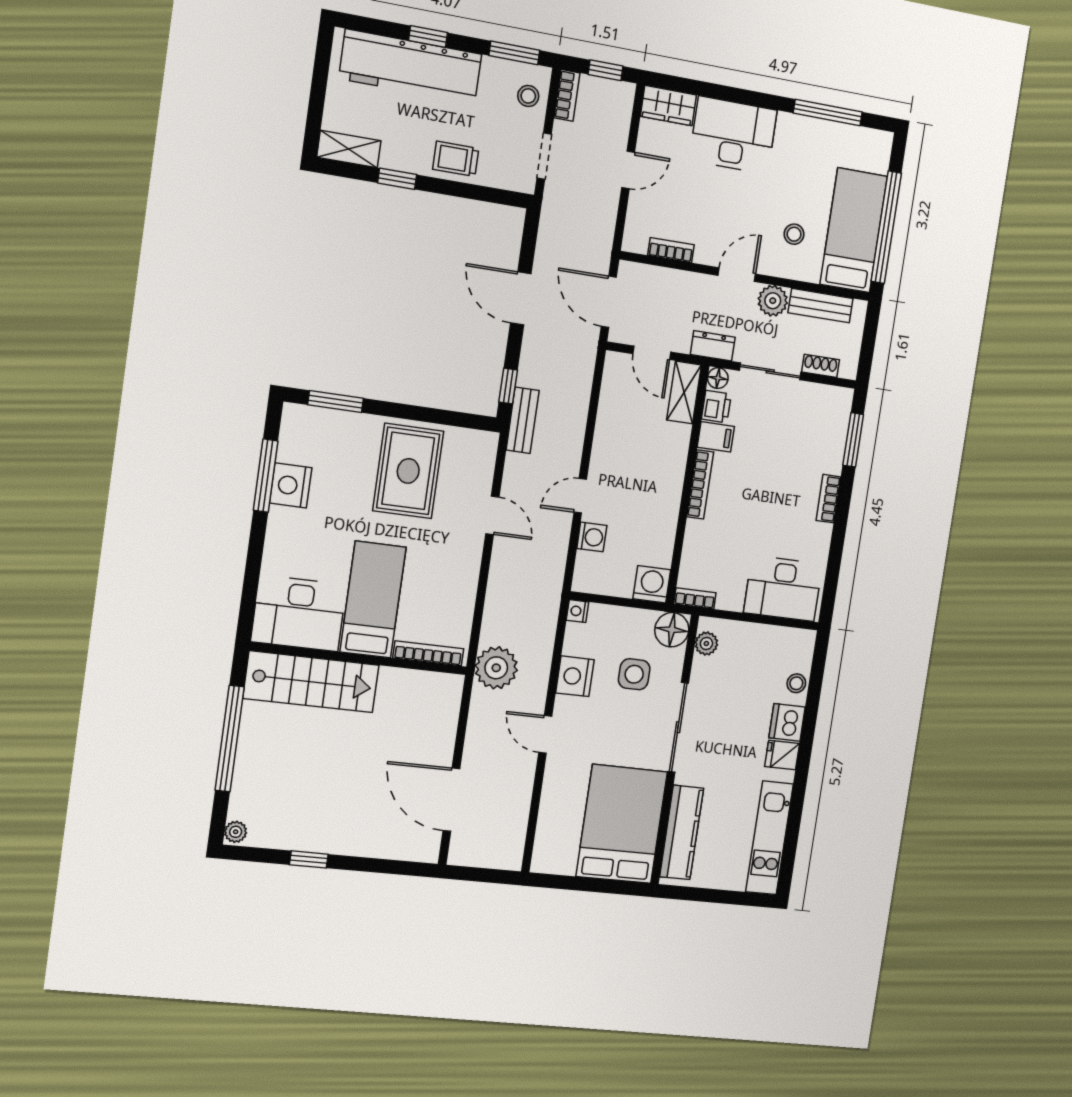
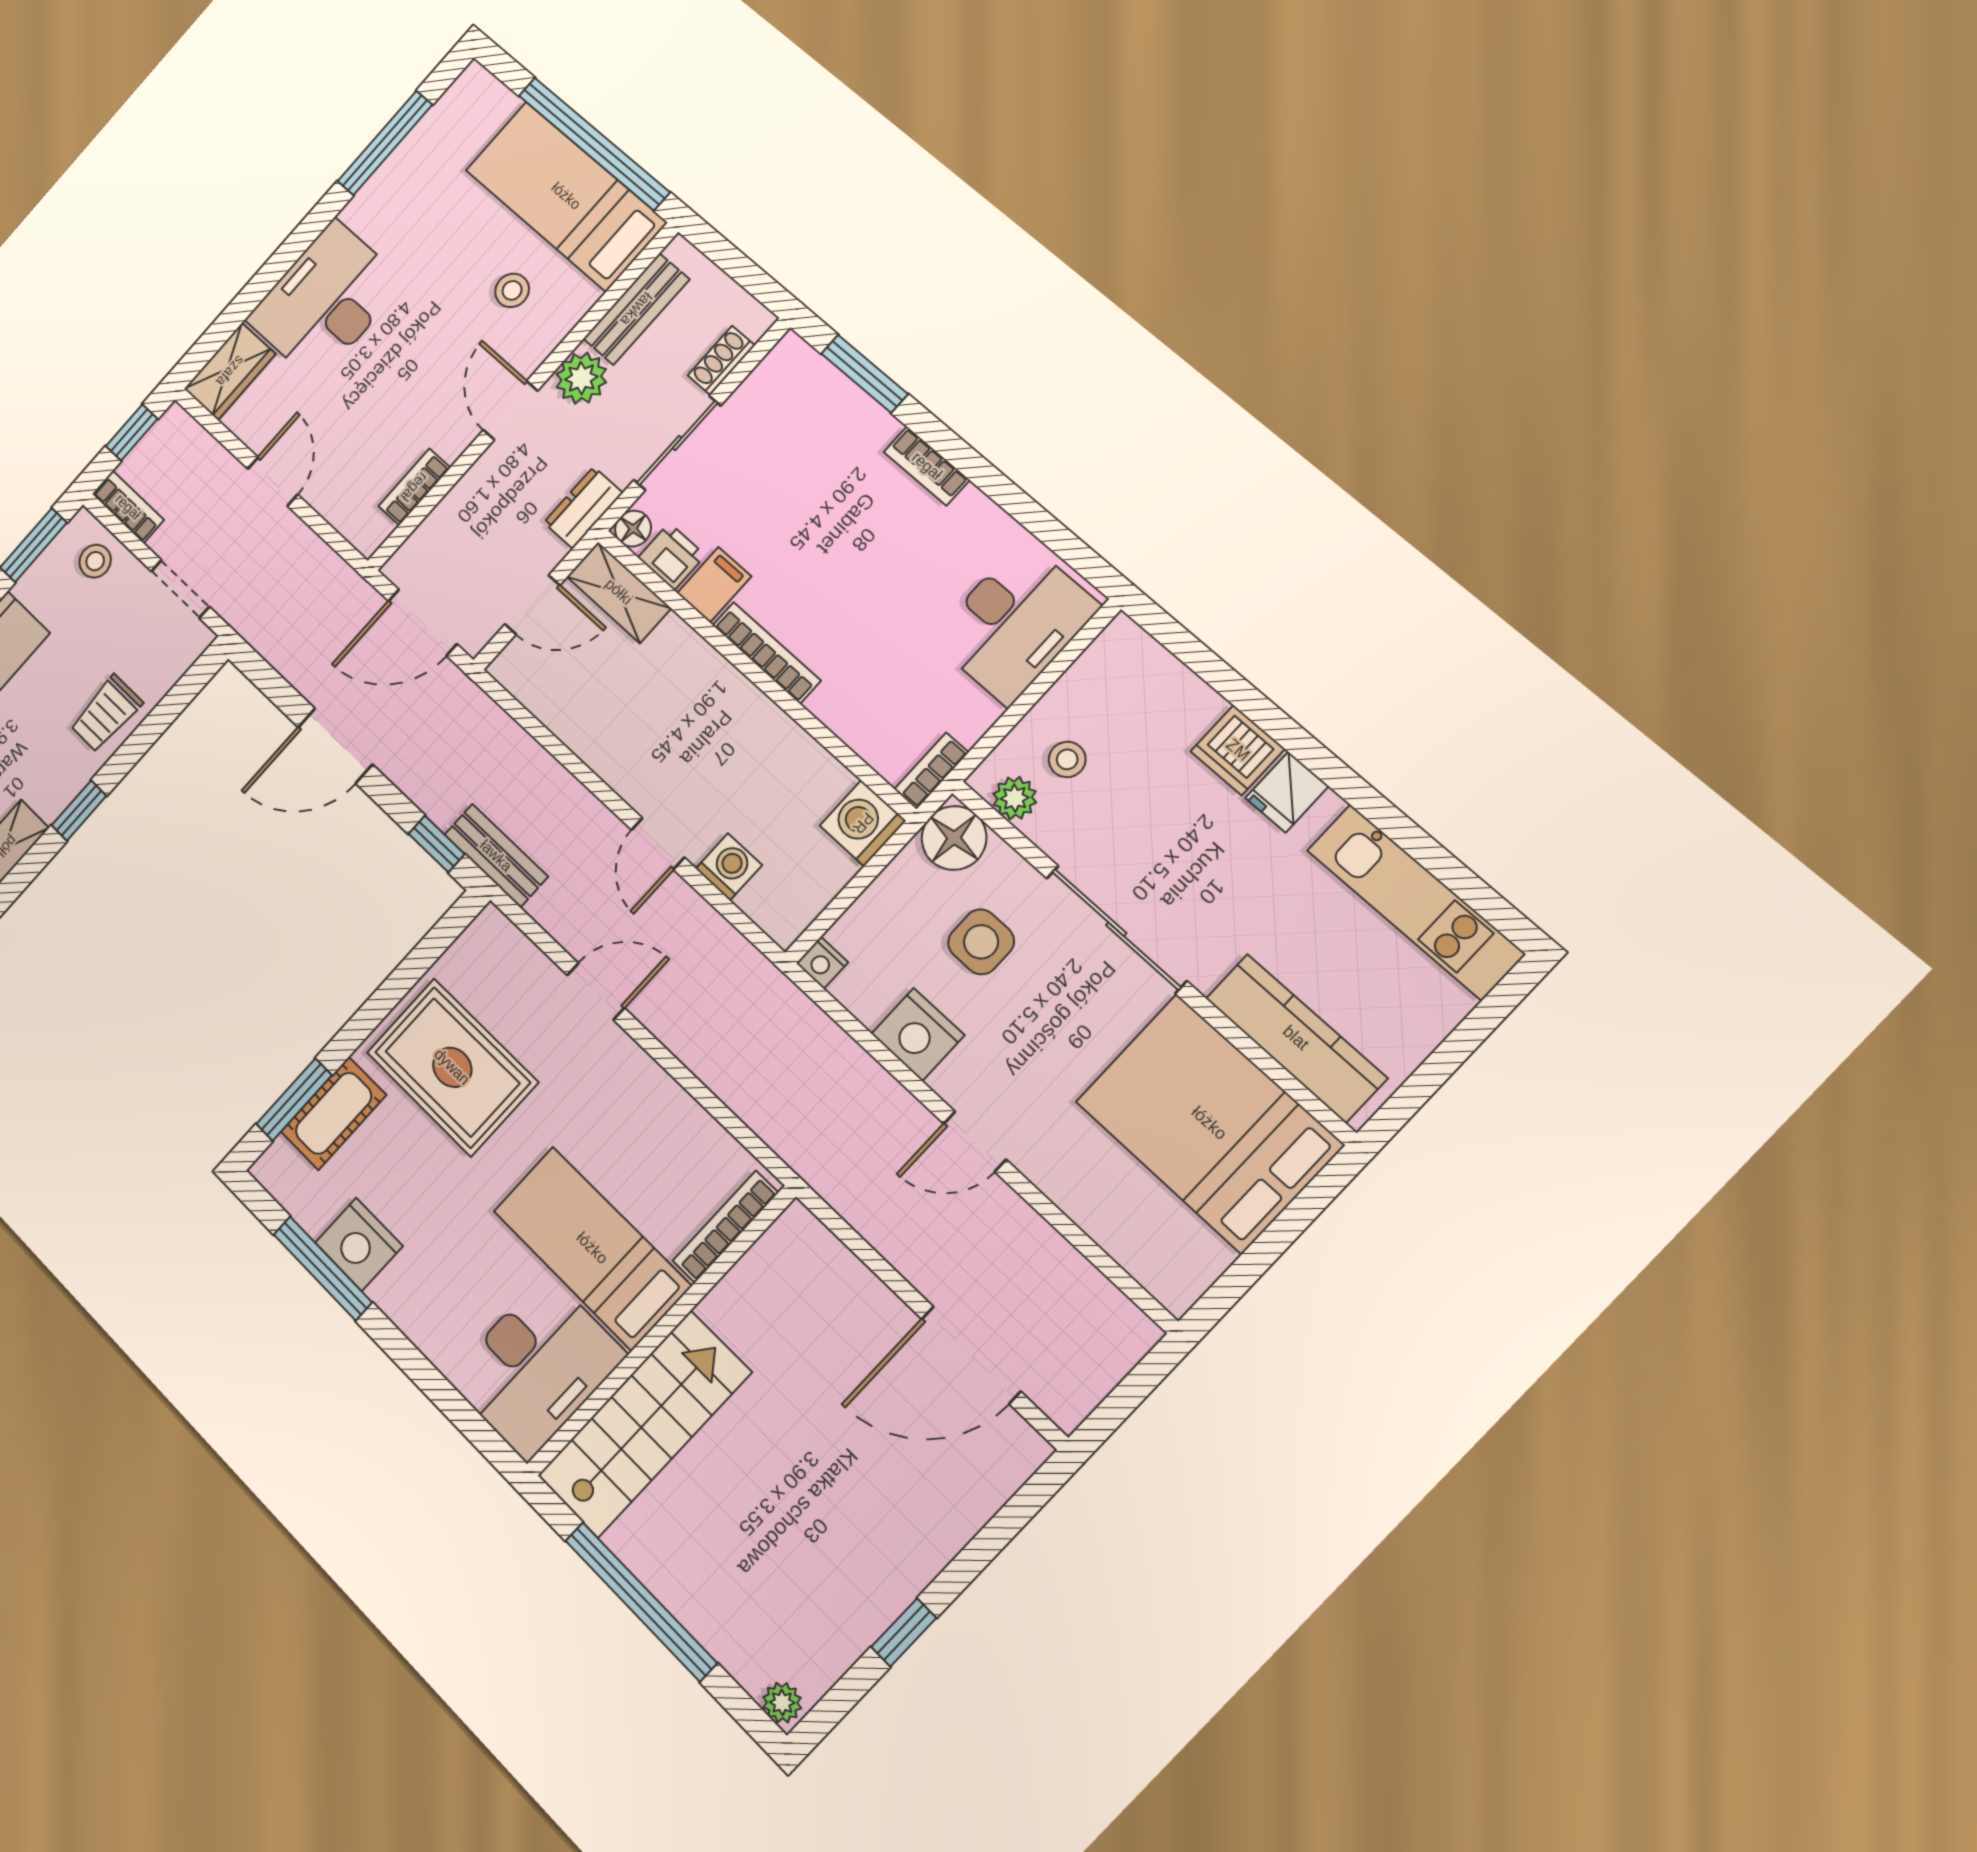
cot: (344, 427) -> (334, 1113), added
plant: (496, 668) -> (819, 1143), removed
stool: (796, 683) -> (1067, 759), moved

